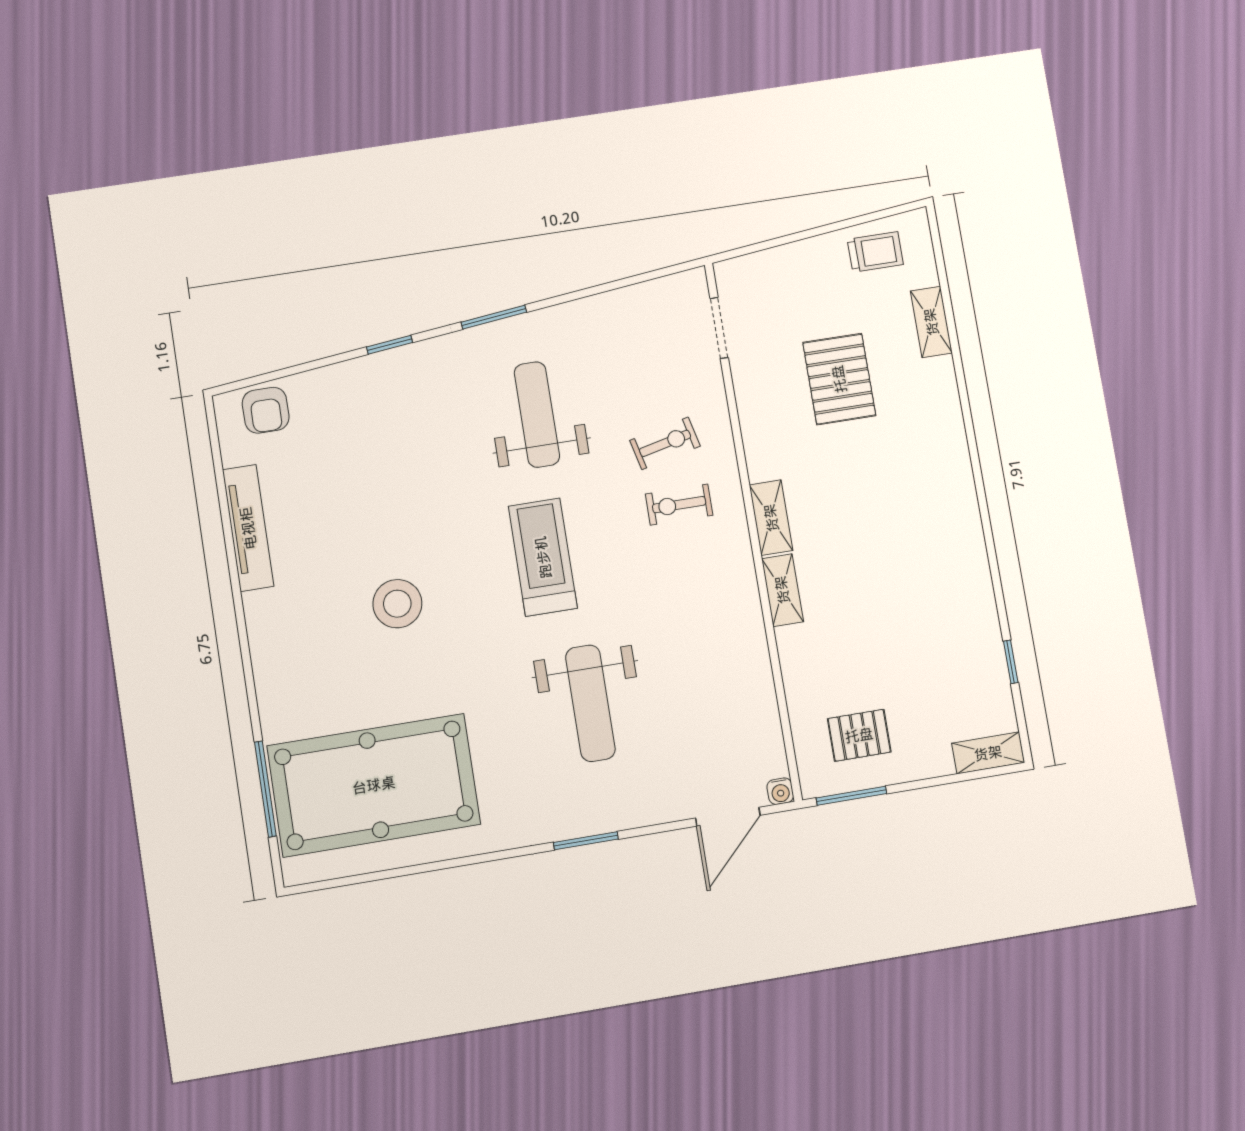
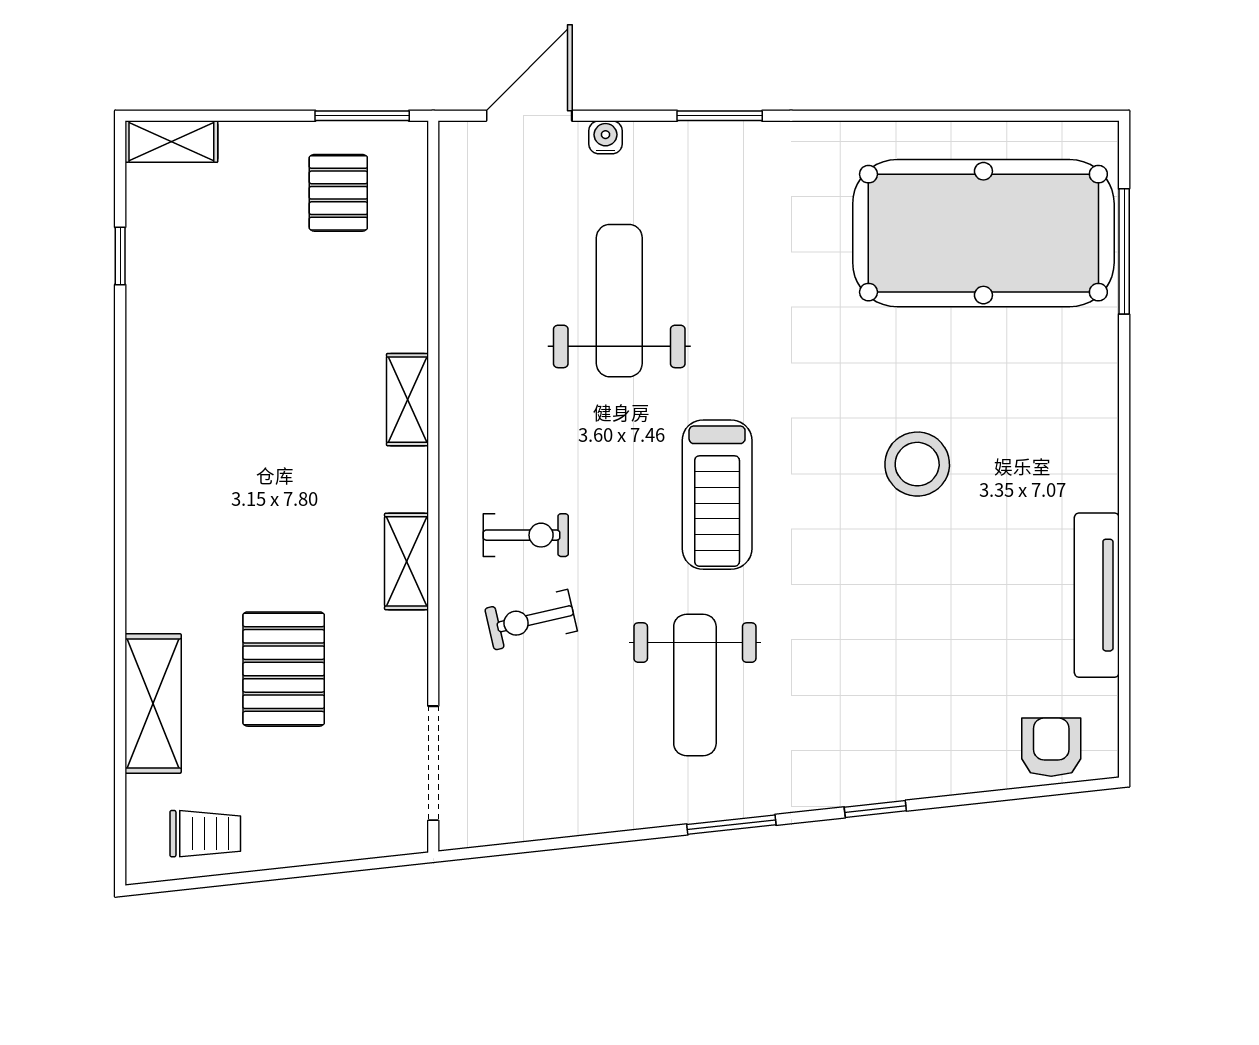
trolley: (875, 252) -> (205, 834), turned 180
shelving: (931, 322) -> (153, 703), width x1.50, depth x1.33
doorway: (719, 328) -> (433, 763), width x1.38
shelving: (771, 518) -> (406, 561), moved
weight bench: (590, 703) -> (619, 301), moved
pallet: (859, 735) -> (338, 193), turned 90
water cooler: (780, 791) -> (606, 137), moved

